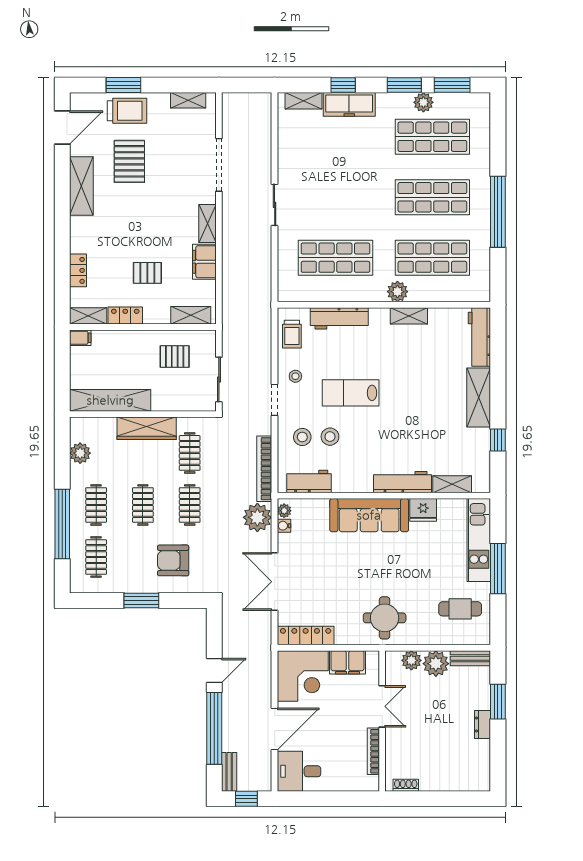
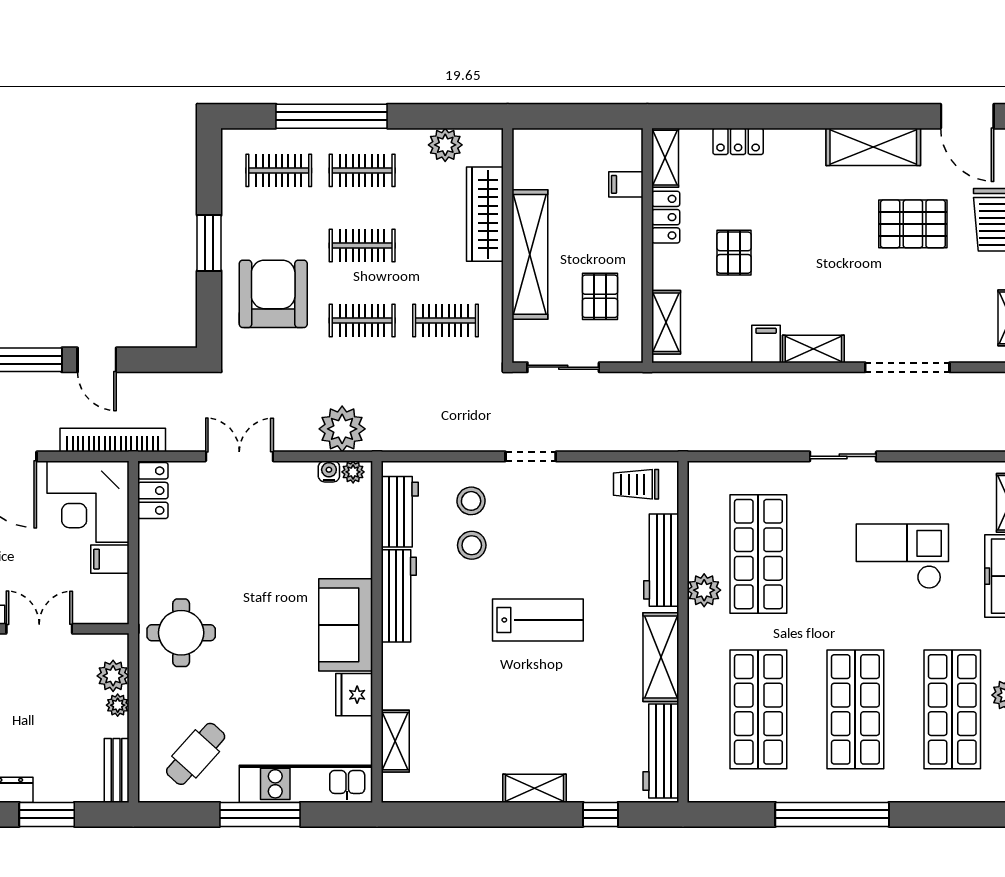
checkout: (337, 168) -> (902, 556), added
filing cabinet: (204, 262) -> (766, 344), width x0.50
plant: (397, 292) -> (704, 590), moved
shelving: (409, 316) -> (661, 657), width x1.50, depth x1.33
workbench: (479, 337) -> (661, 751), moved, turned -90
filing cabinet: (80, 338) -> (626, 184), moved, turned 90
stool: (295, 376) -> (568, 490), removed
lab bench: (351, 393) -> (538, 620), moved, turned 90
shelving: (479, 397) -> (534, 788), width x0.67, depth x0.75
shelving: (110, 400) -> (530, 254), moved
wardrobe: (147, 428) -> (485, 214), moved
window: (498, 440) -> (601, 814), moved
bookcase: (264, 469) -> (113, 440), moved
workbench: (403, 482) -> (399, 596), moved
sofa: (369, 515) -> (346, 625), width x0.73
armchair: (173, 560) -> (273, 294), width x1.36, depth x1.36
double door: (275, 582) -> (239, 456), width x0.73
cafe table: (460, 609) -> (196, 754), turned 42
locker: (306, 636) -> (153, 491), width x0.66
filing cabinet: (347, 662) -> (110, 559), width x0.50
plant: (436, 664) -> (118, 705), width x0.53, depth x0.53
double door: (382, 706) -> (39, 629), swing flipped

